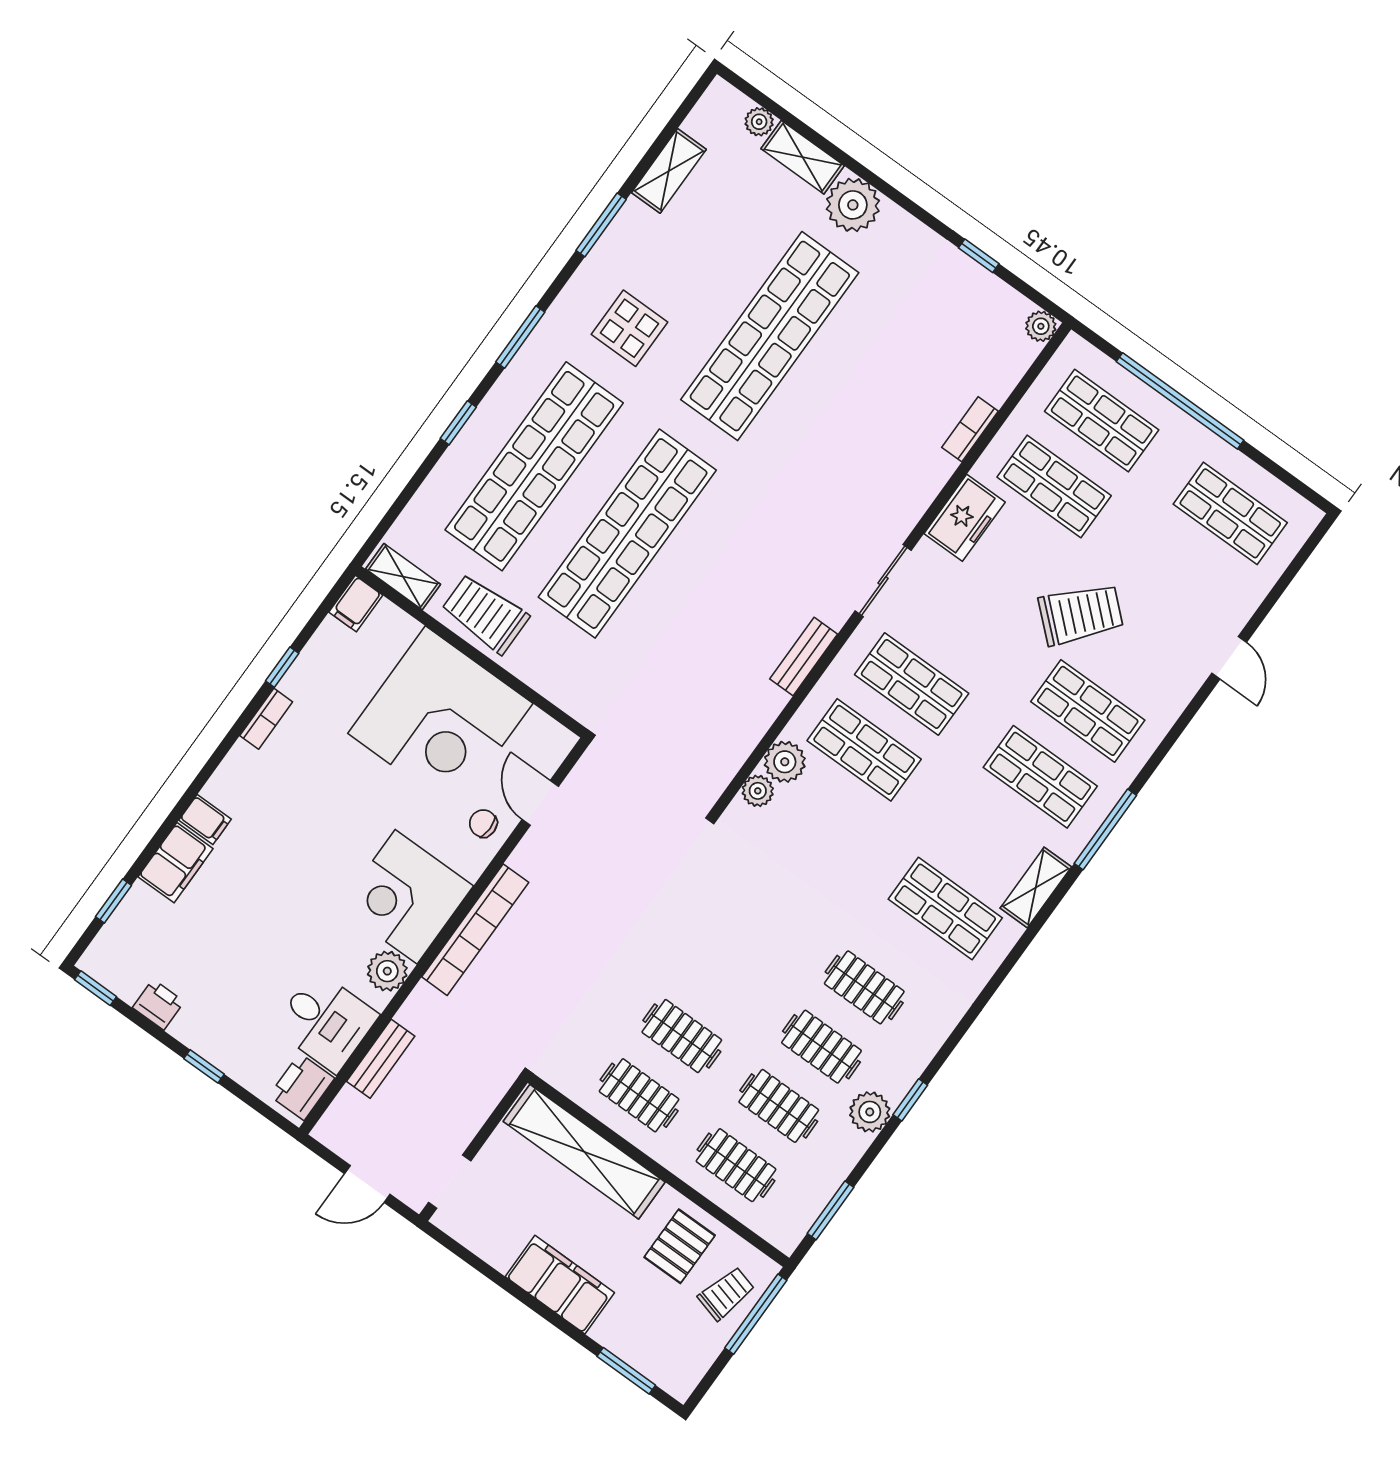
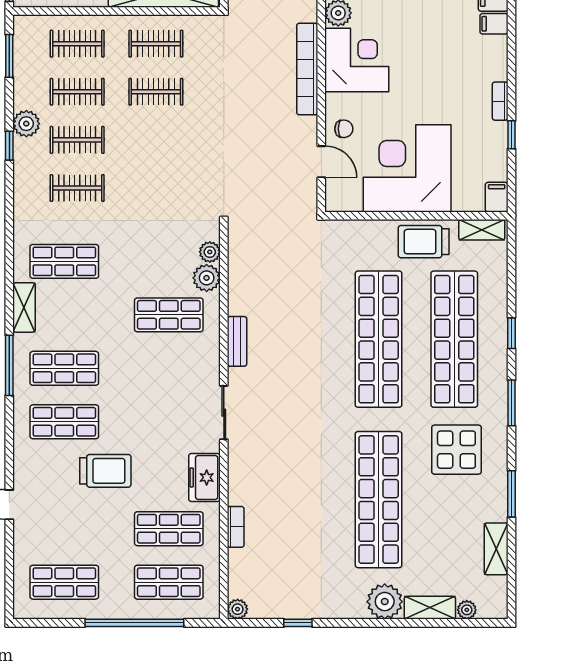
display table: (629, 328) -> (456, 450), width x1.36, depth x1.36
trolley: (485, 614) -> (424, 242), turned 180
trolley: (1081, 614) -> (105, 471), turned -132
shop shelf: (912, 684) -> (169, 368), removed

